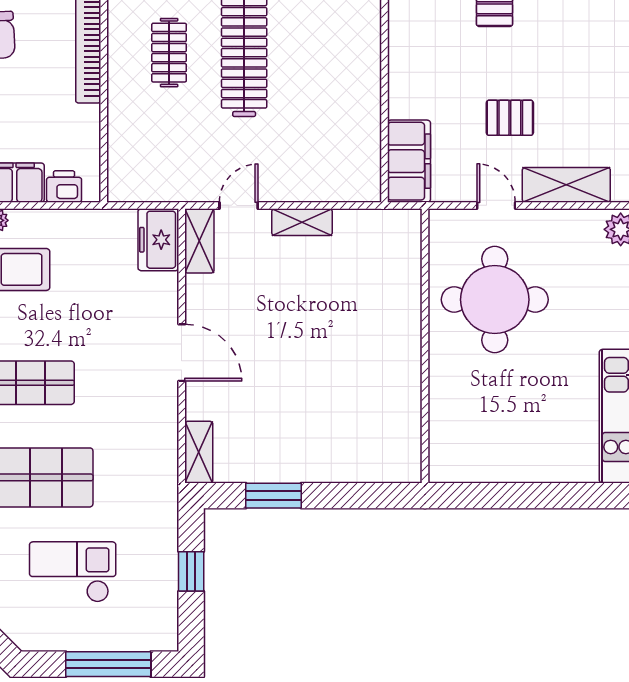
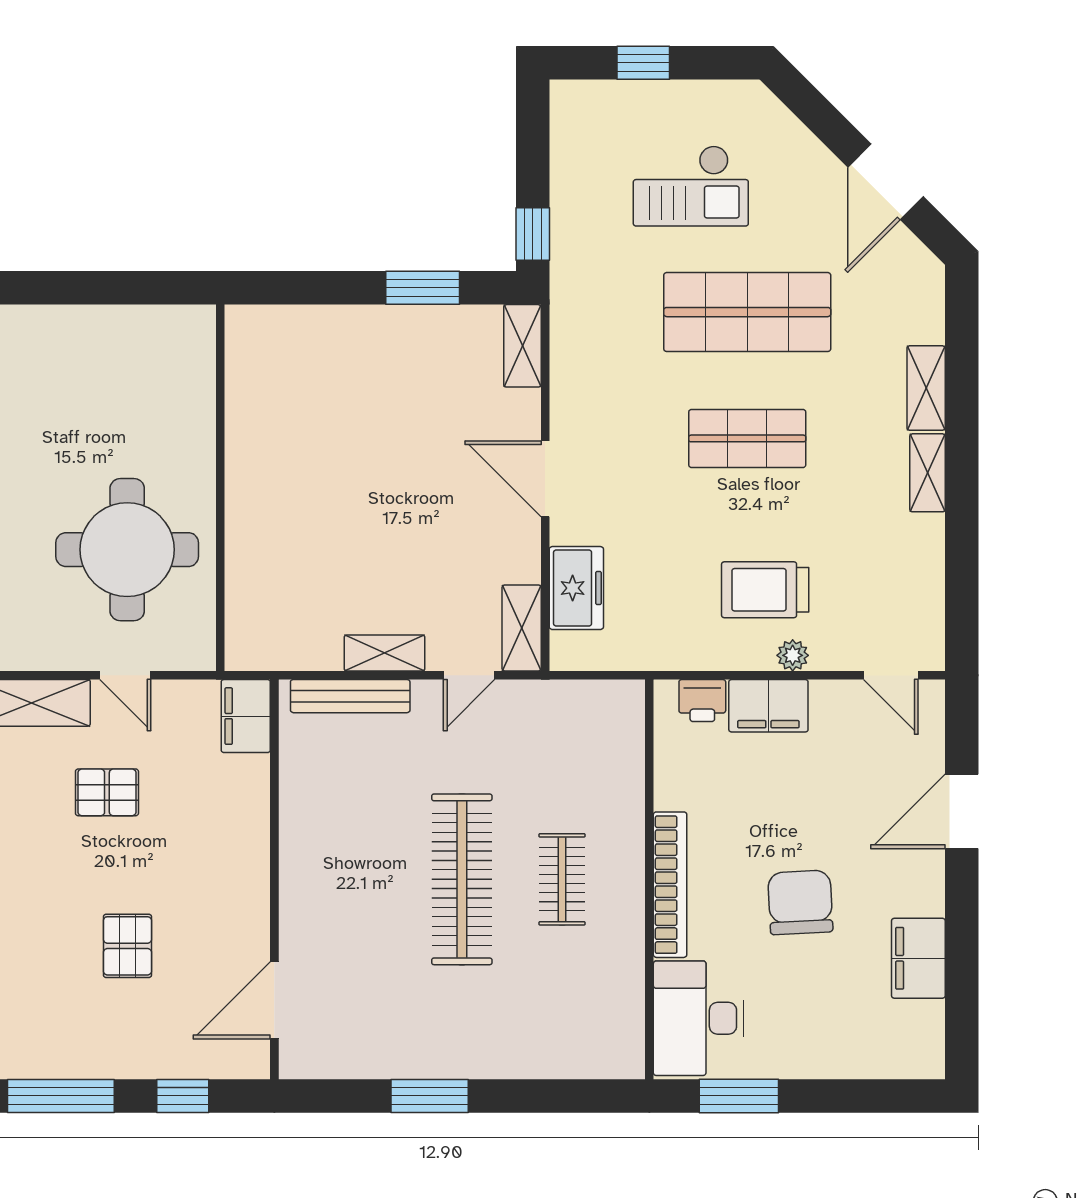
filing cabinet: (409, 161) -> (246, 716), width x0.67, depth x0.86
bench: (328, 190) -> (350, 696), added
freezer: (158, 240) -> (576, 588), moved
window: (191, 571) -> (533, 234), moved
window: (108, 664) -> (643, 63), width x0.46

